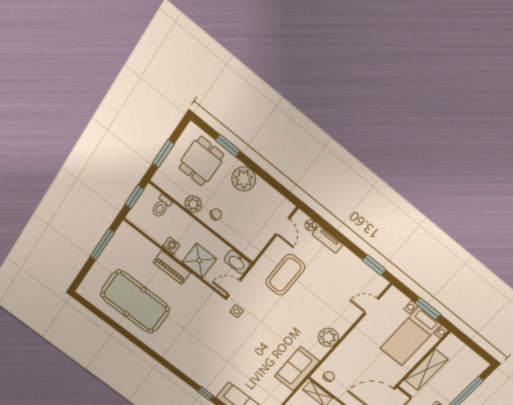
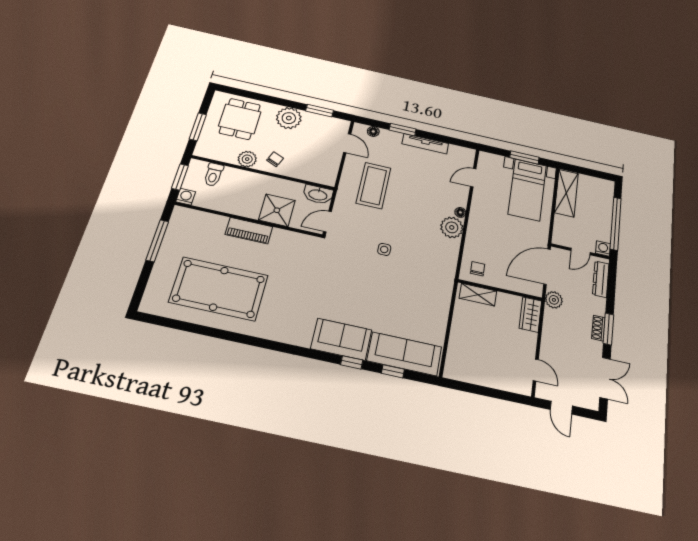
window: (228, 145) -> (320, 111), moved
tv unit: (327, 239) -> (425, 144), moved, width x1.41
washing machine: (171, 246) -> (186, 197), moved
window: (374, 265) -> (403, 130), moved
side table: (237, 311) -> (384, 249), moved
floor lamp: (343, 329) -> (460, 212), added
sofa: (297, 369) -> (341, 339), moved, turned 90
shelving: (426, 370) -> (566, 193), moved

